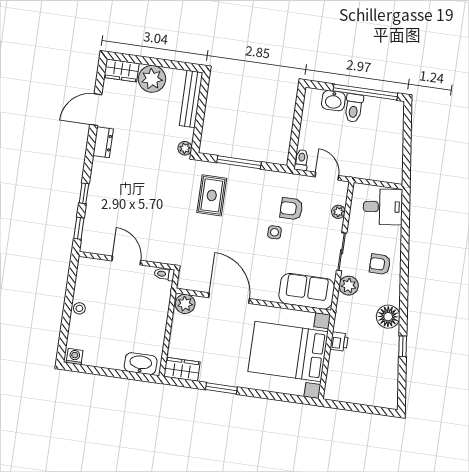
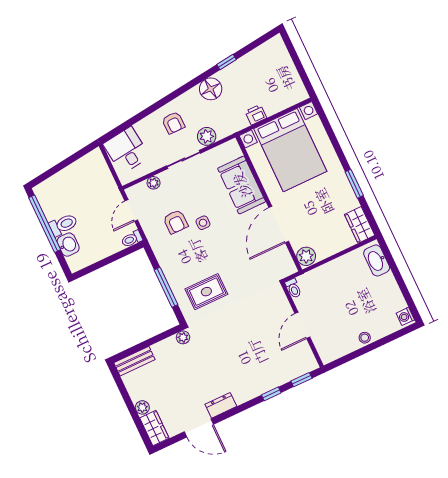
plant: (152, 79) -> (142, 407), width x0.53, depth x0.53
bench: (191, 99) -> (134, 361), width x0.73
sofa: (307, 291) -> (242, 185), moved

